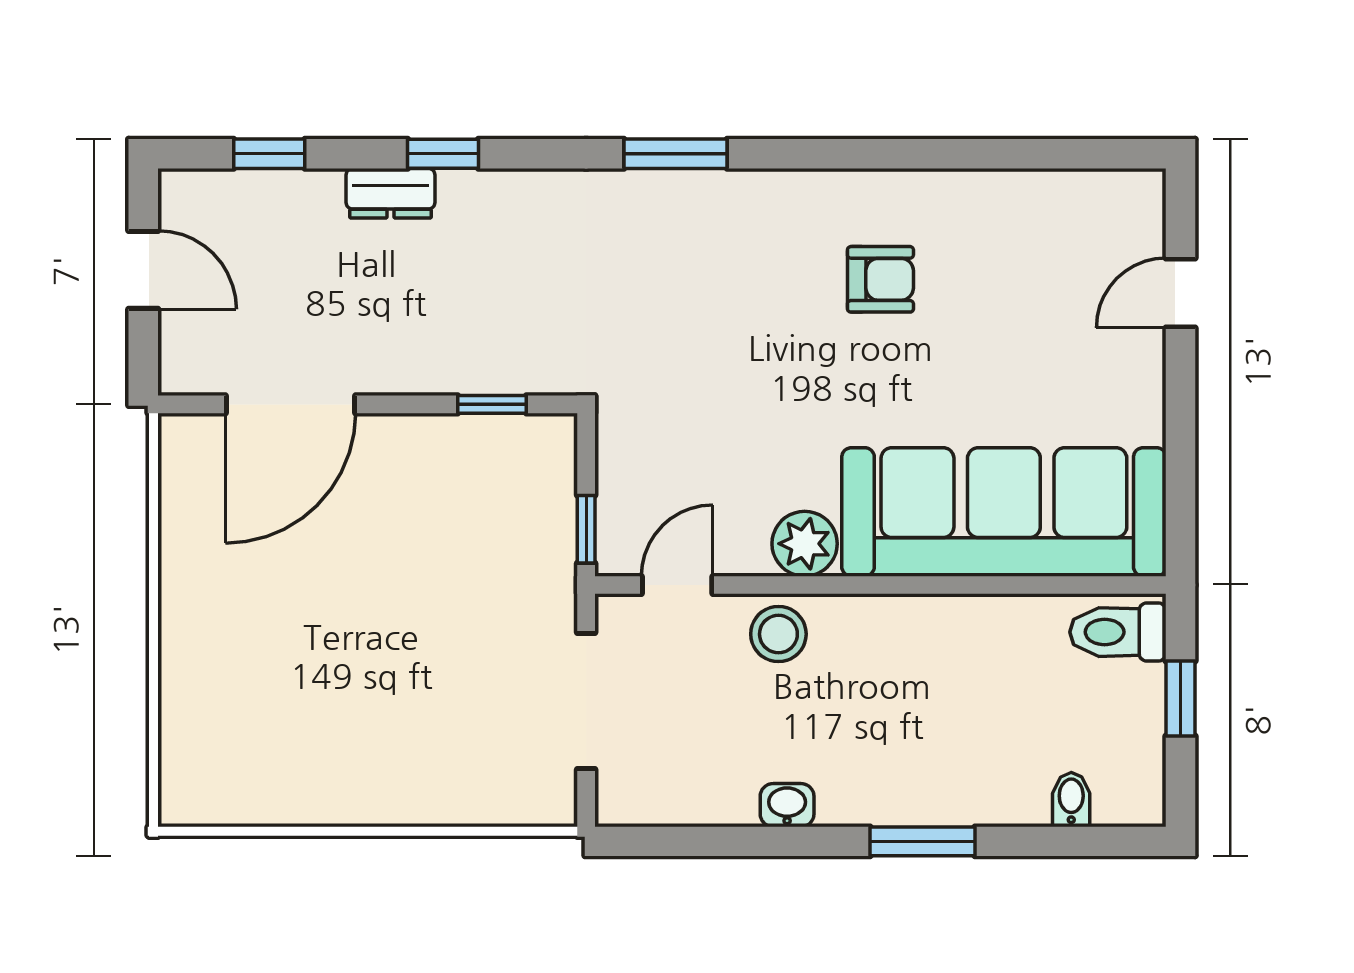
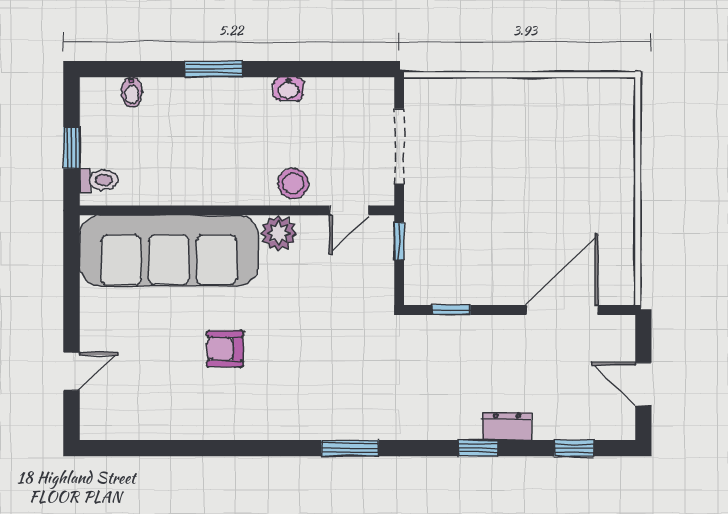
armchair: (880, 279) -> (225, 349), moved
toilet: (1118, 632) -> (99, 180), width x0.73, depth x0.72

